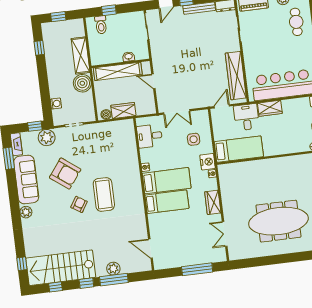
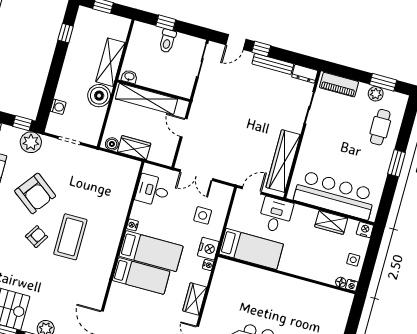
toilet: (101, 25) -> (167, 41), moved
washbasin: (129, 57) -> (129, 77), moved
wardrobe: (270, 108) -> (331, 222), moved

